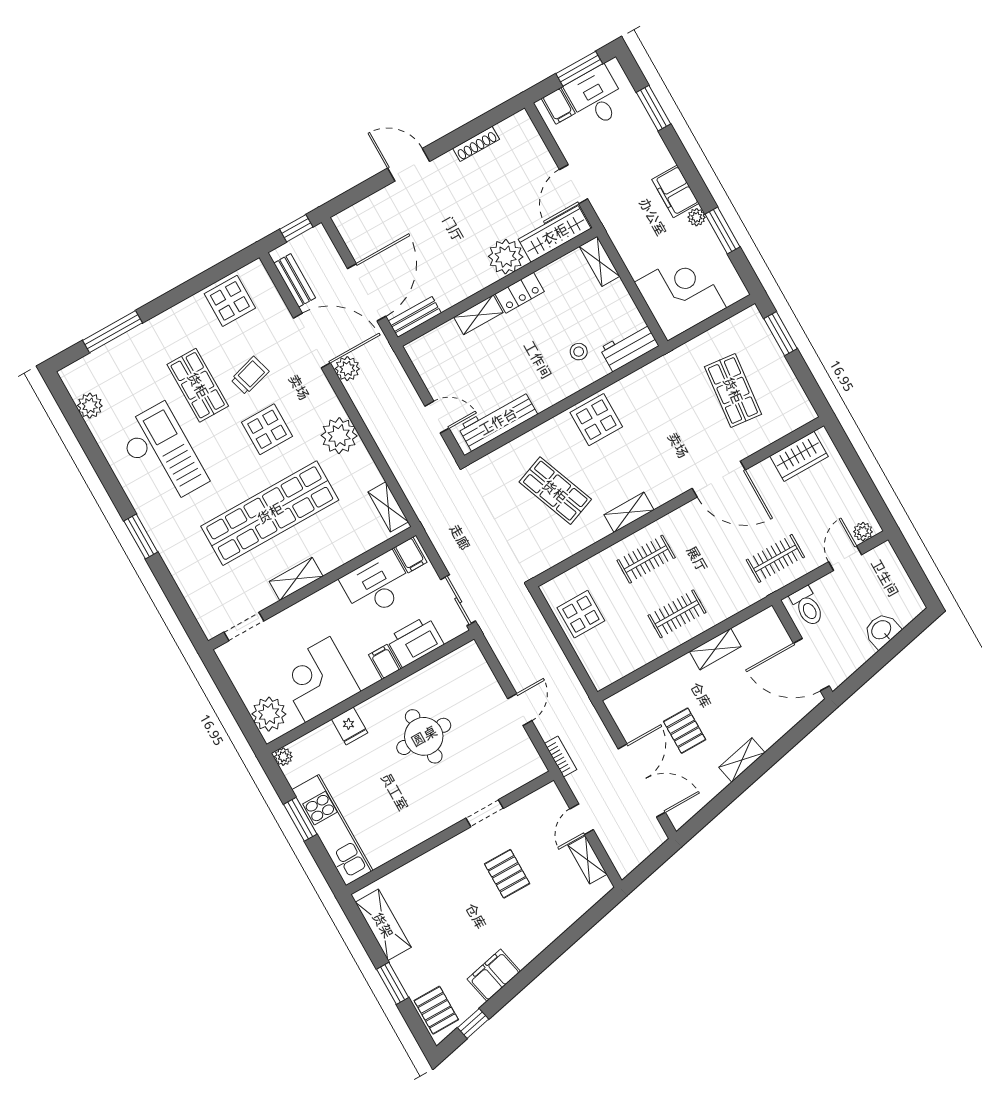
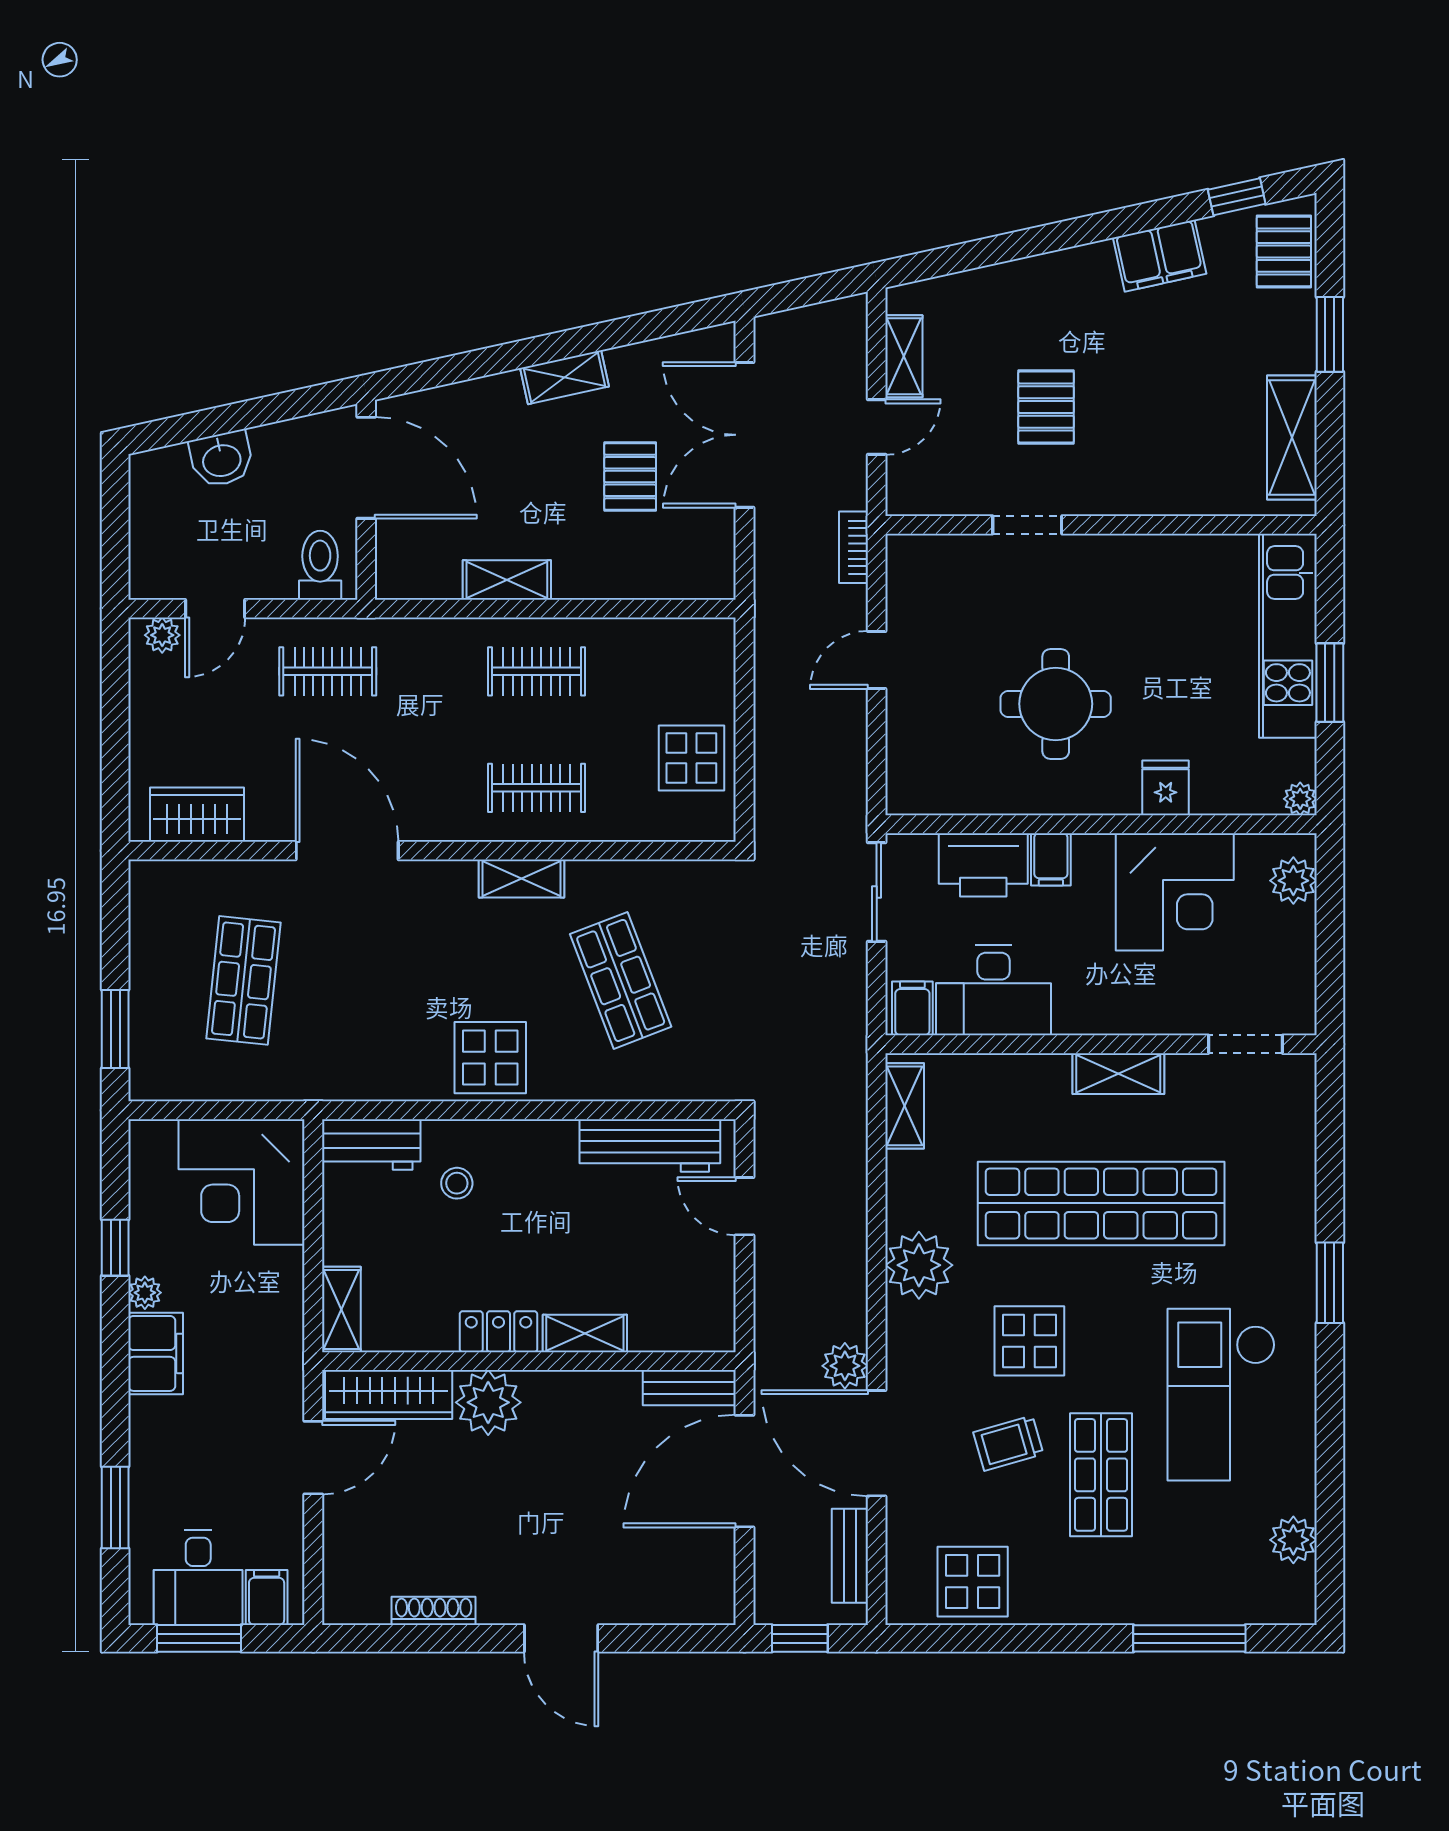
window: (722, 231) -> (115, 1248), width x0.67
plant: (269, 714) -> (1293, 881), width x0.73, depth x0.73

